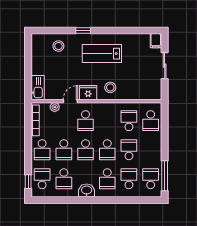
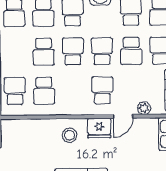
school desk: (64, 150) -> (131, 51), turned 180

